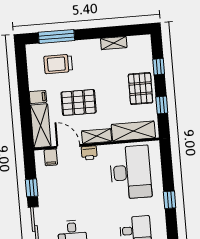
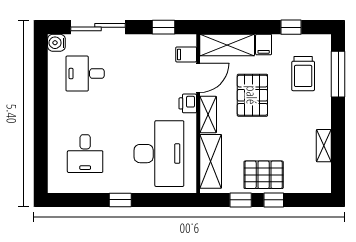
trolley: (58, 64) -> (303, 74), turned 180
window: (159, 67) -> (274, 200), moved
window: (22, 76) -> (291, 27), added
desk: (131, 172) -> (159, 154), turned -90
window: (32, 188) -> (164, 27), moved

